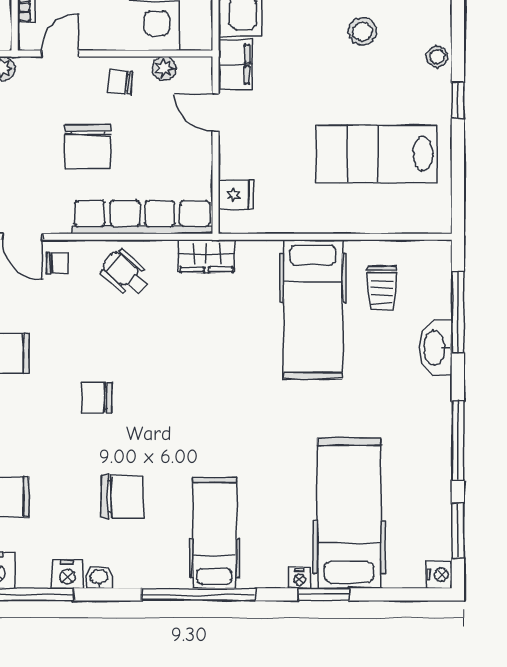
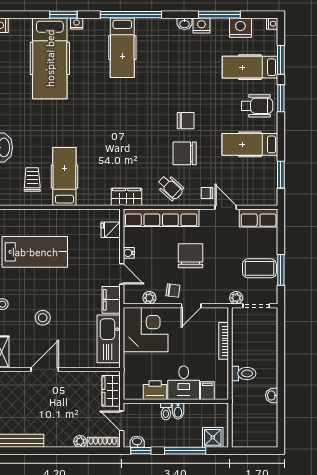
door: (60, 54) -> (191, 306), moved
water cooler: (202, 152) -> (129, 253), added
hospital bed: (313, 309) -> (64, 177), width x0.73, depth x0.78
chair: (122, 497) -> (185, 153), moved

